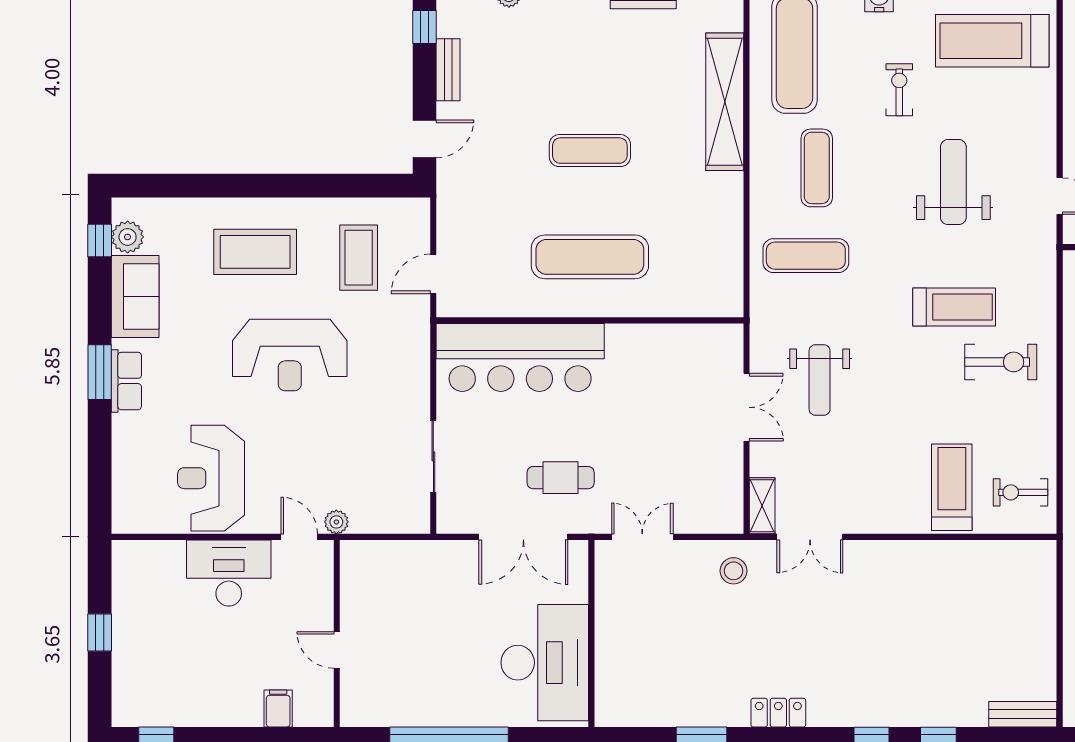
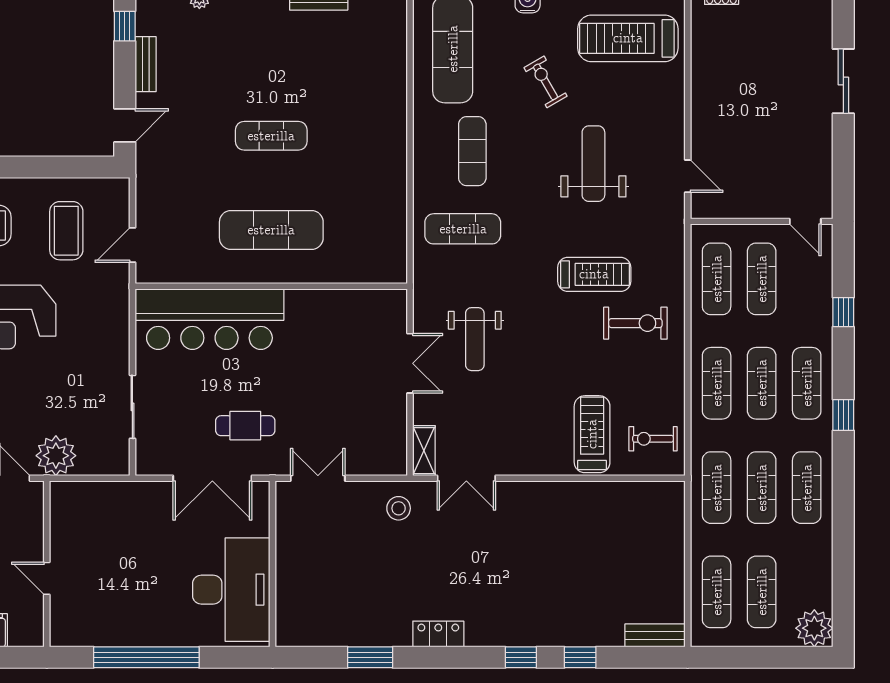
exercise bike: (899, 90) -> (545, 82), turned -30
shelving: (725, 102) -> (391, 93), removed
plant: (336, 522) -> (56, 456), width x1.88, depth x1.88

